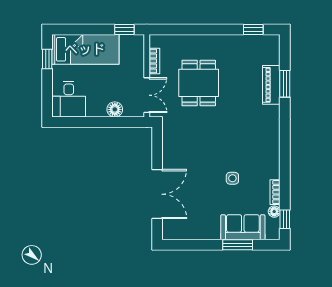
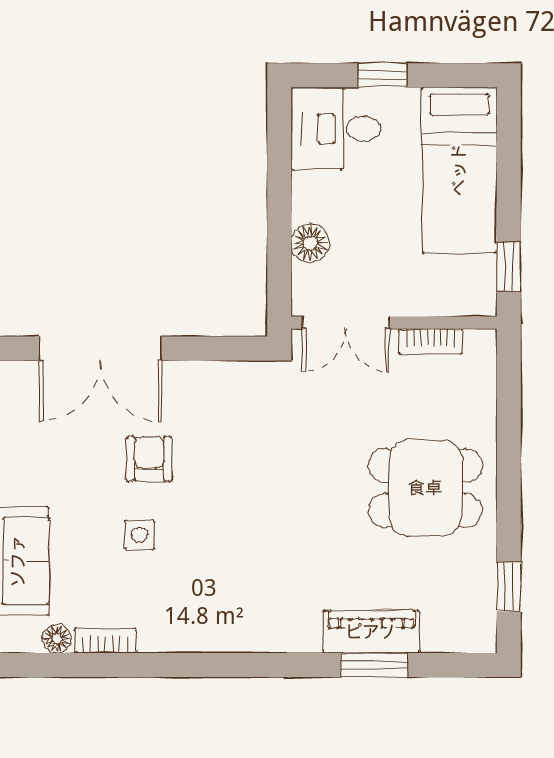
window: (47, 59) -> (382, 75), moved
dining table: (199, 83) -> (425, 488), moved
armchair: (202, 174) -> (149, 459), added
window: (285, 219) -> (38, 665), removed

